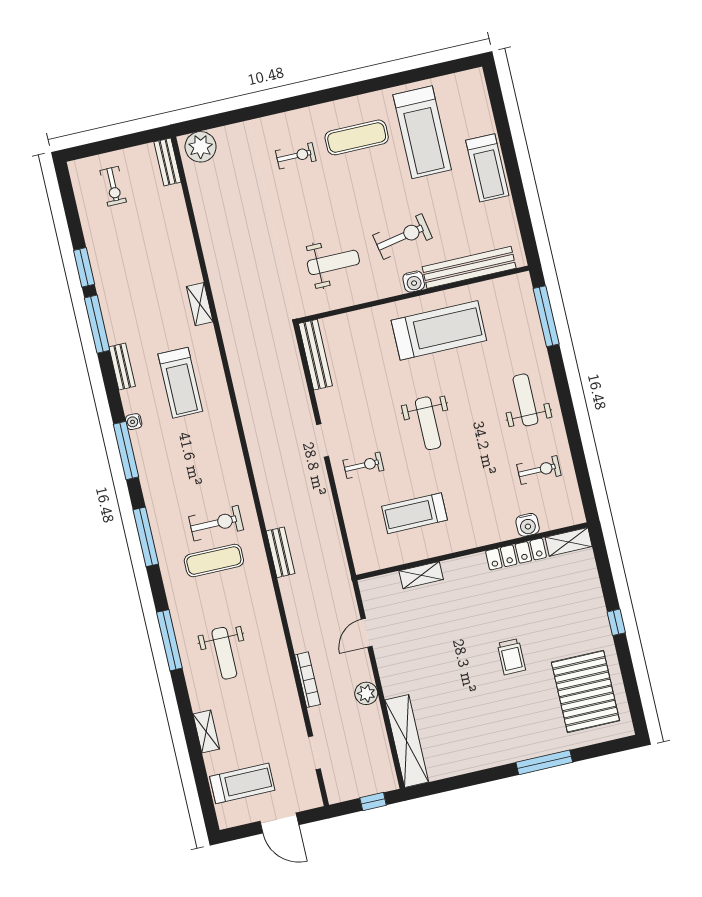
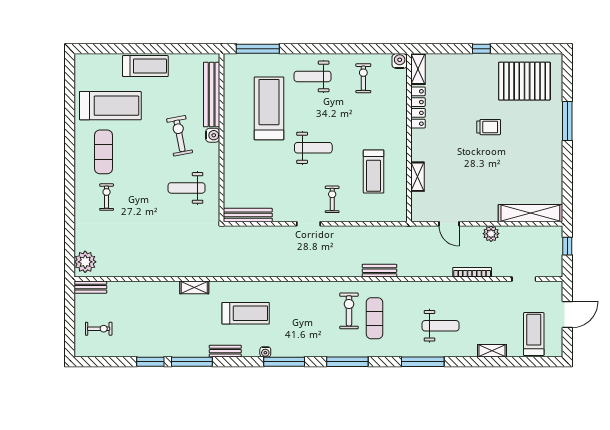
weight bench: (333, 262) -> (187, 188), turned -90
treadmill: (439, 330) -> (269, 108), moved
water cooler: (528, 525) -> (400, 61), moved, turned -90

